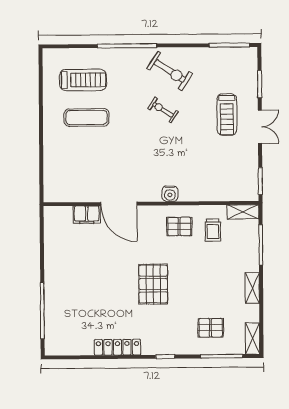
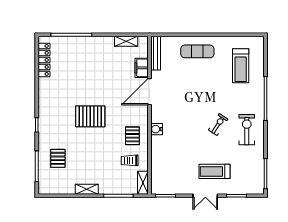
exercise bike: (170, 71) -> (247, 130), turned 147
exercise mat: (87, 117) -> (197, 51), moved, turned 90
bench: (67, 196) -> (156, 53), added
shelving: (252, 339) -> (126, 41), moved
locker: (117, 347) -> (44, 60), moved

